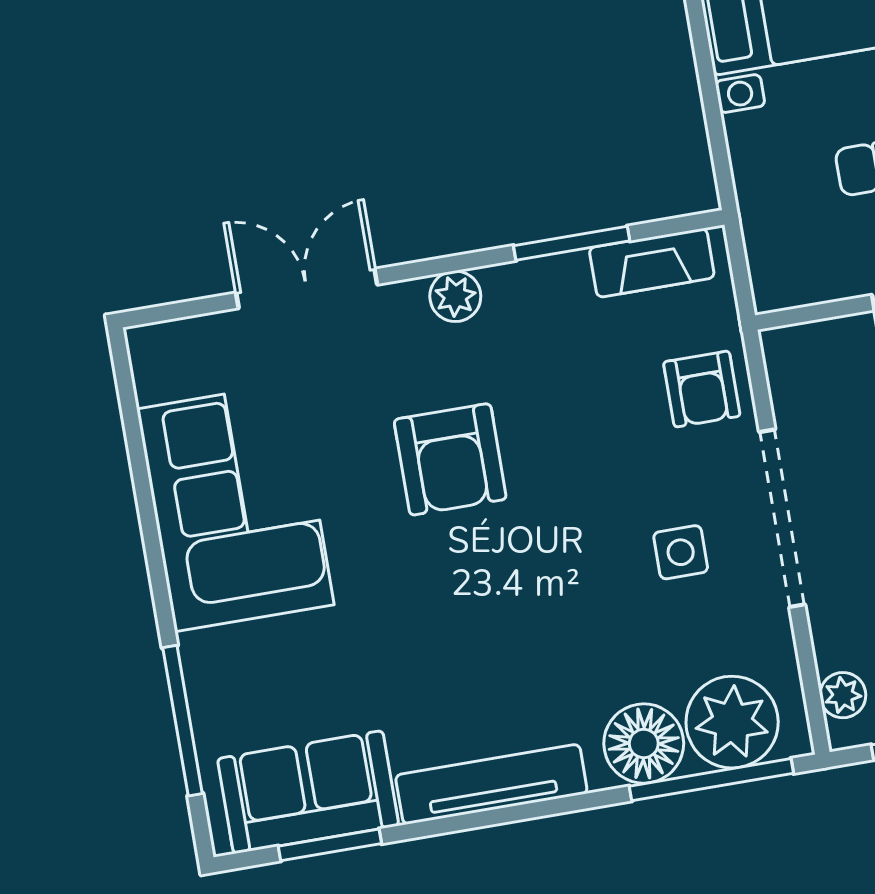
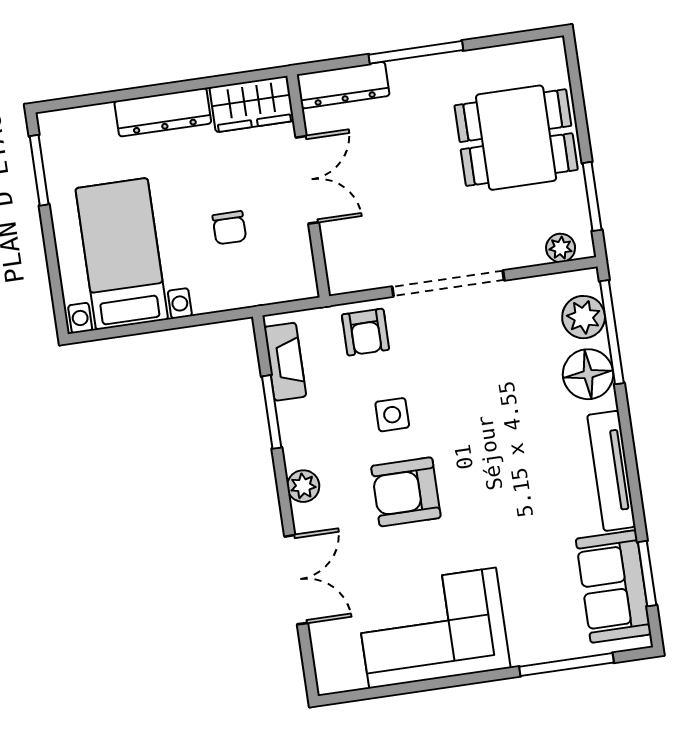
double door: (307, 289) -> (296, 580), swing flipped
armchair: (702, 389) -> (365, 332), turned 90
armchair: (450, 459) -> (406, 492), turned 180
side table: (681, 552) -> (392, 415), moved
plant: (732, 722) -> (584, 317), width x0.73, depth x0.73

